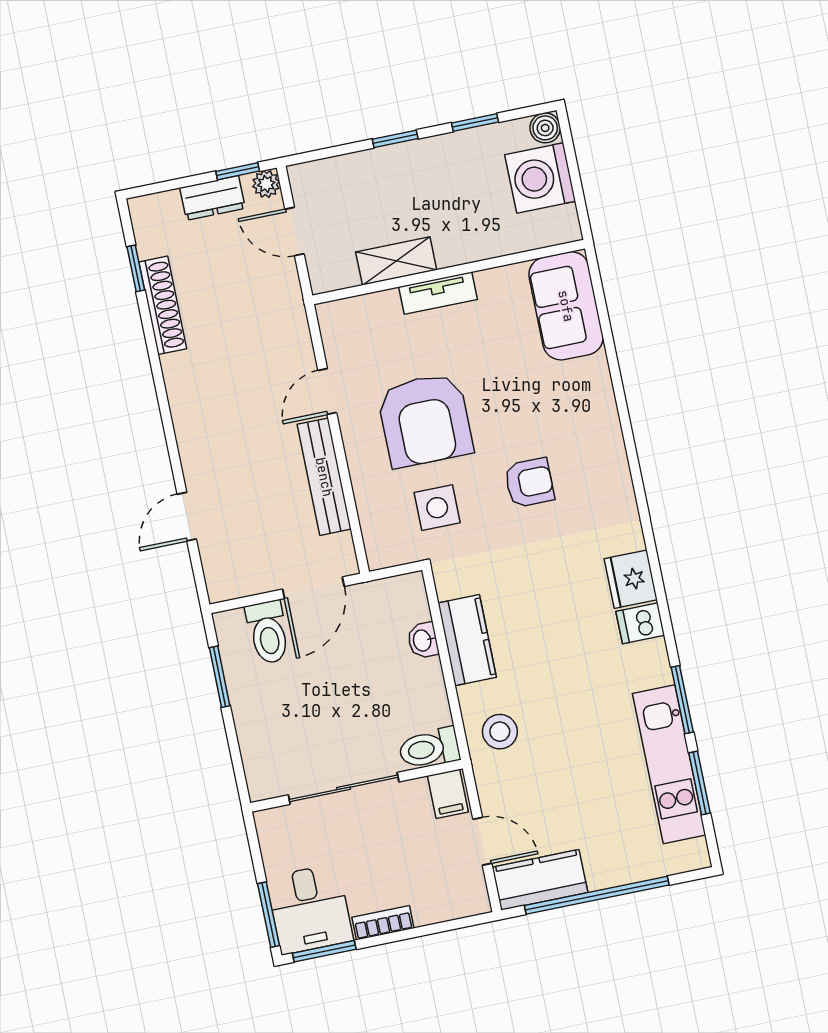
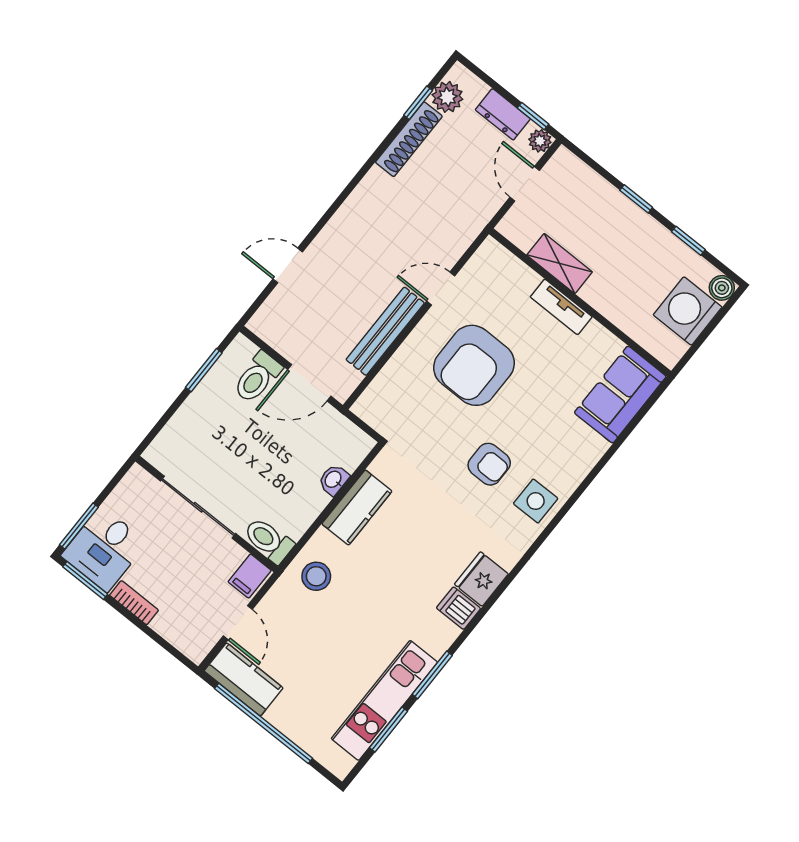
plant: (153, 236) -> (447, 97), added
side table: (437, 508) -> (536, 501), moved

